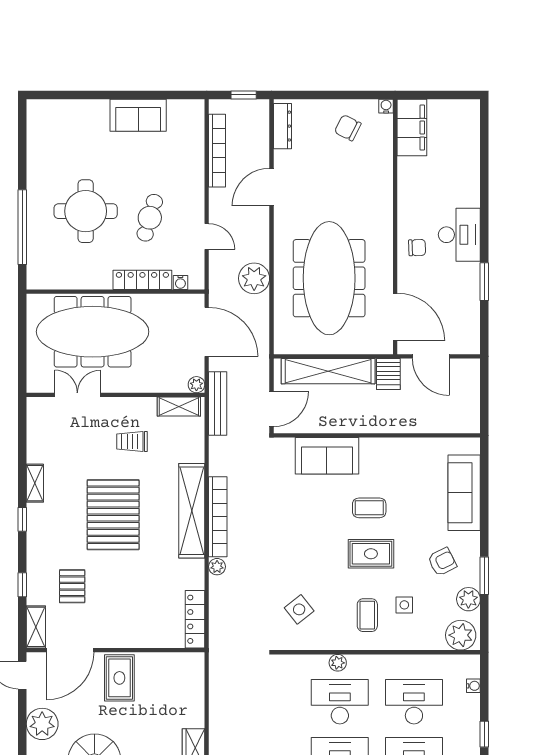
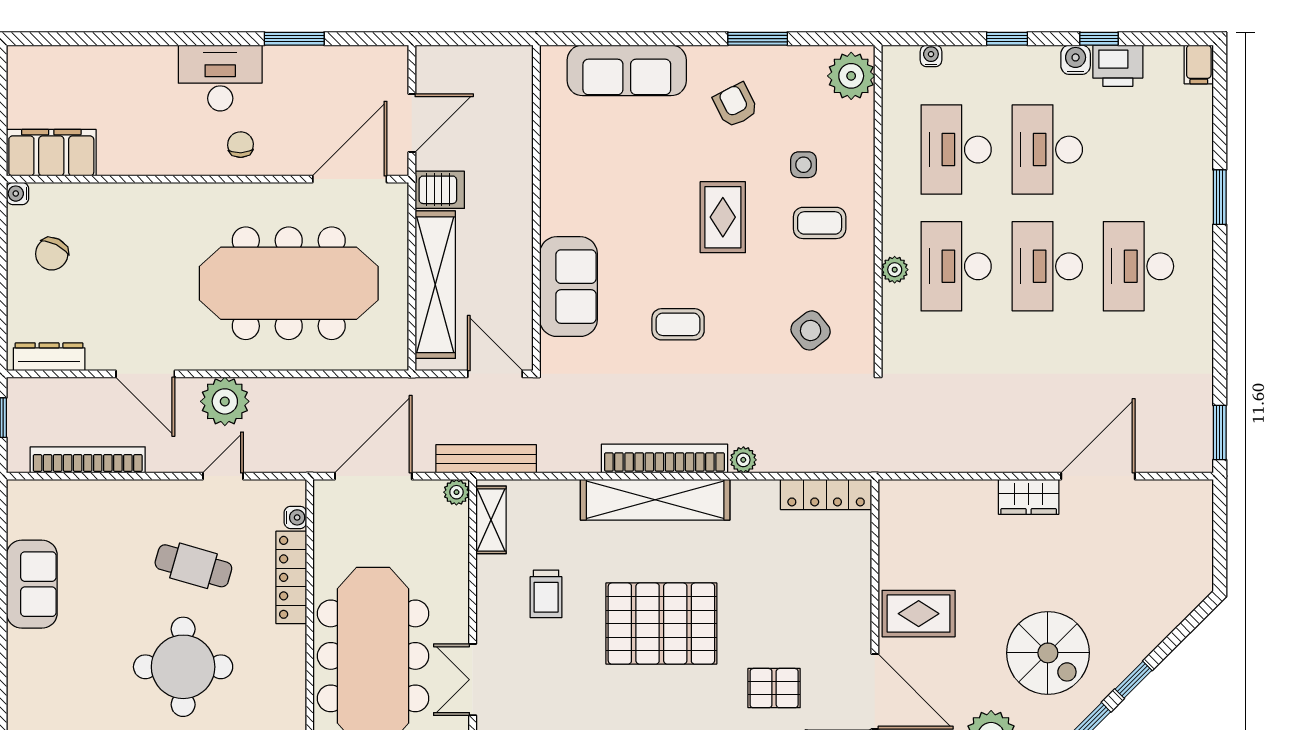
plant: (254, 278) -> (225, 401), moved
coffee table: (369, 508) -> (678, 324), moved, turned 90
plant: (468, 599) -> (794, 64), removed

